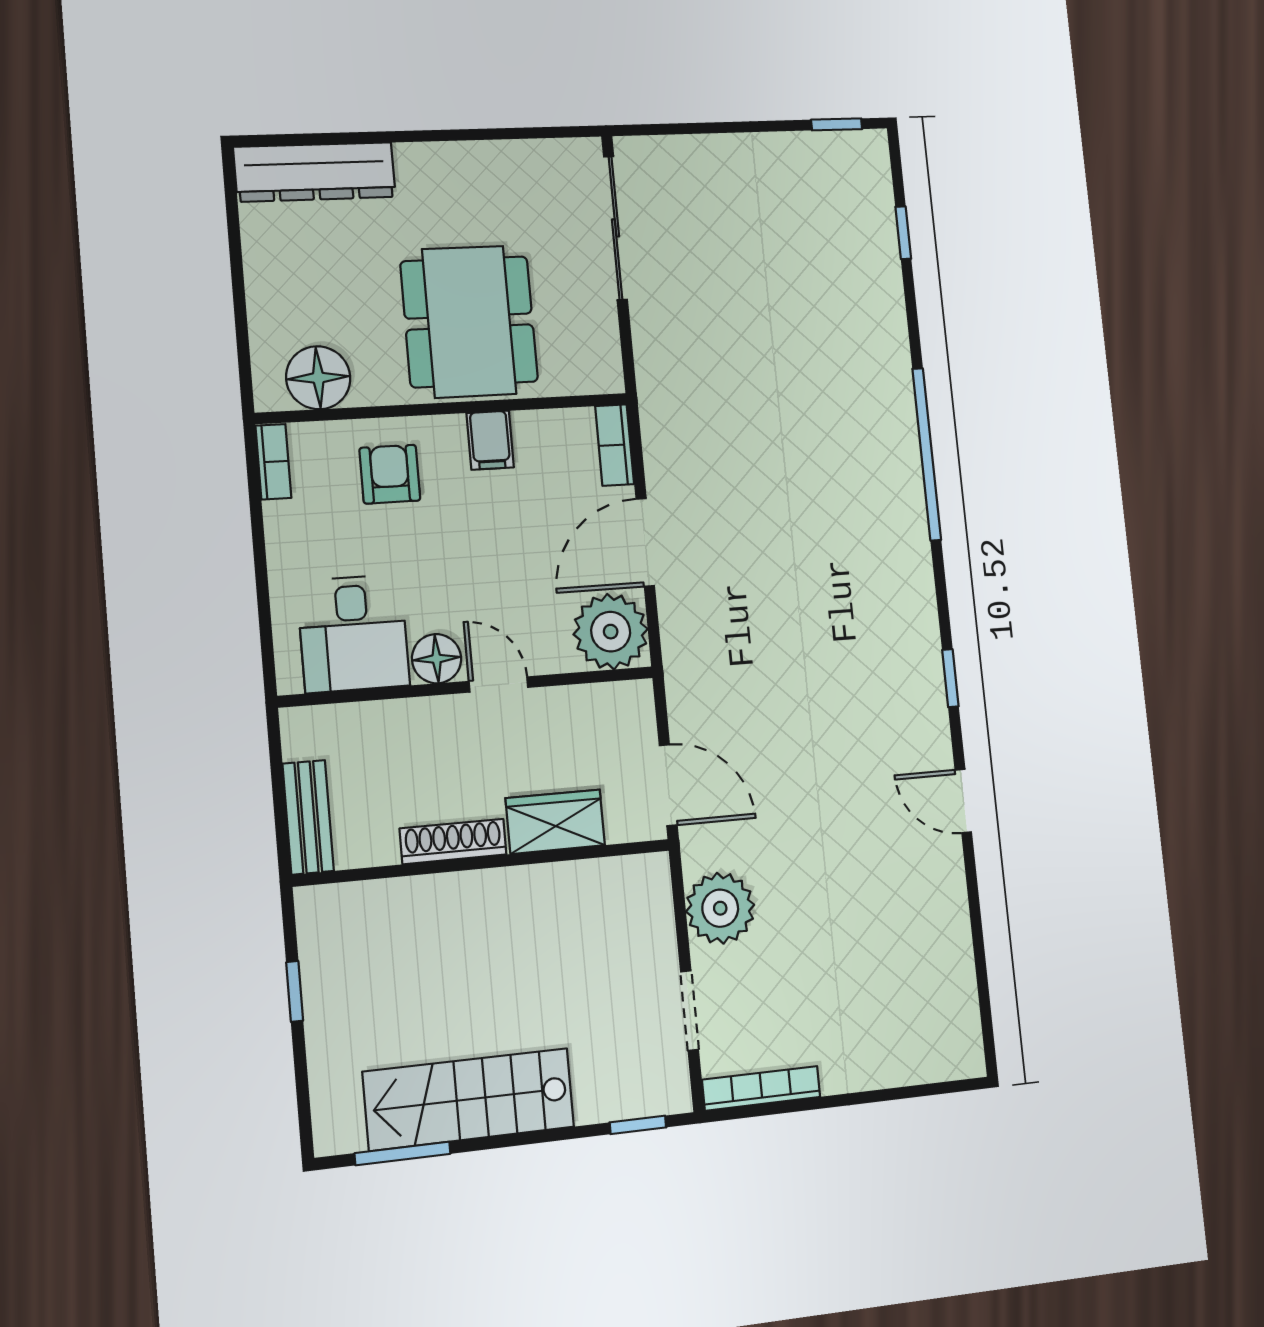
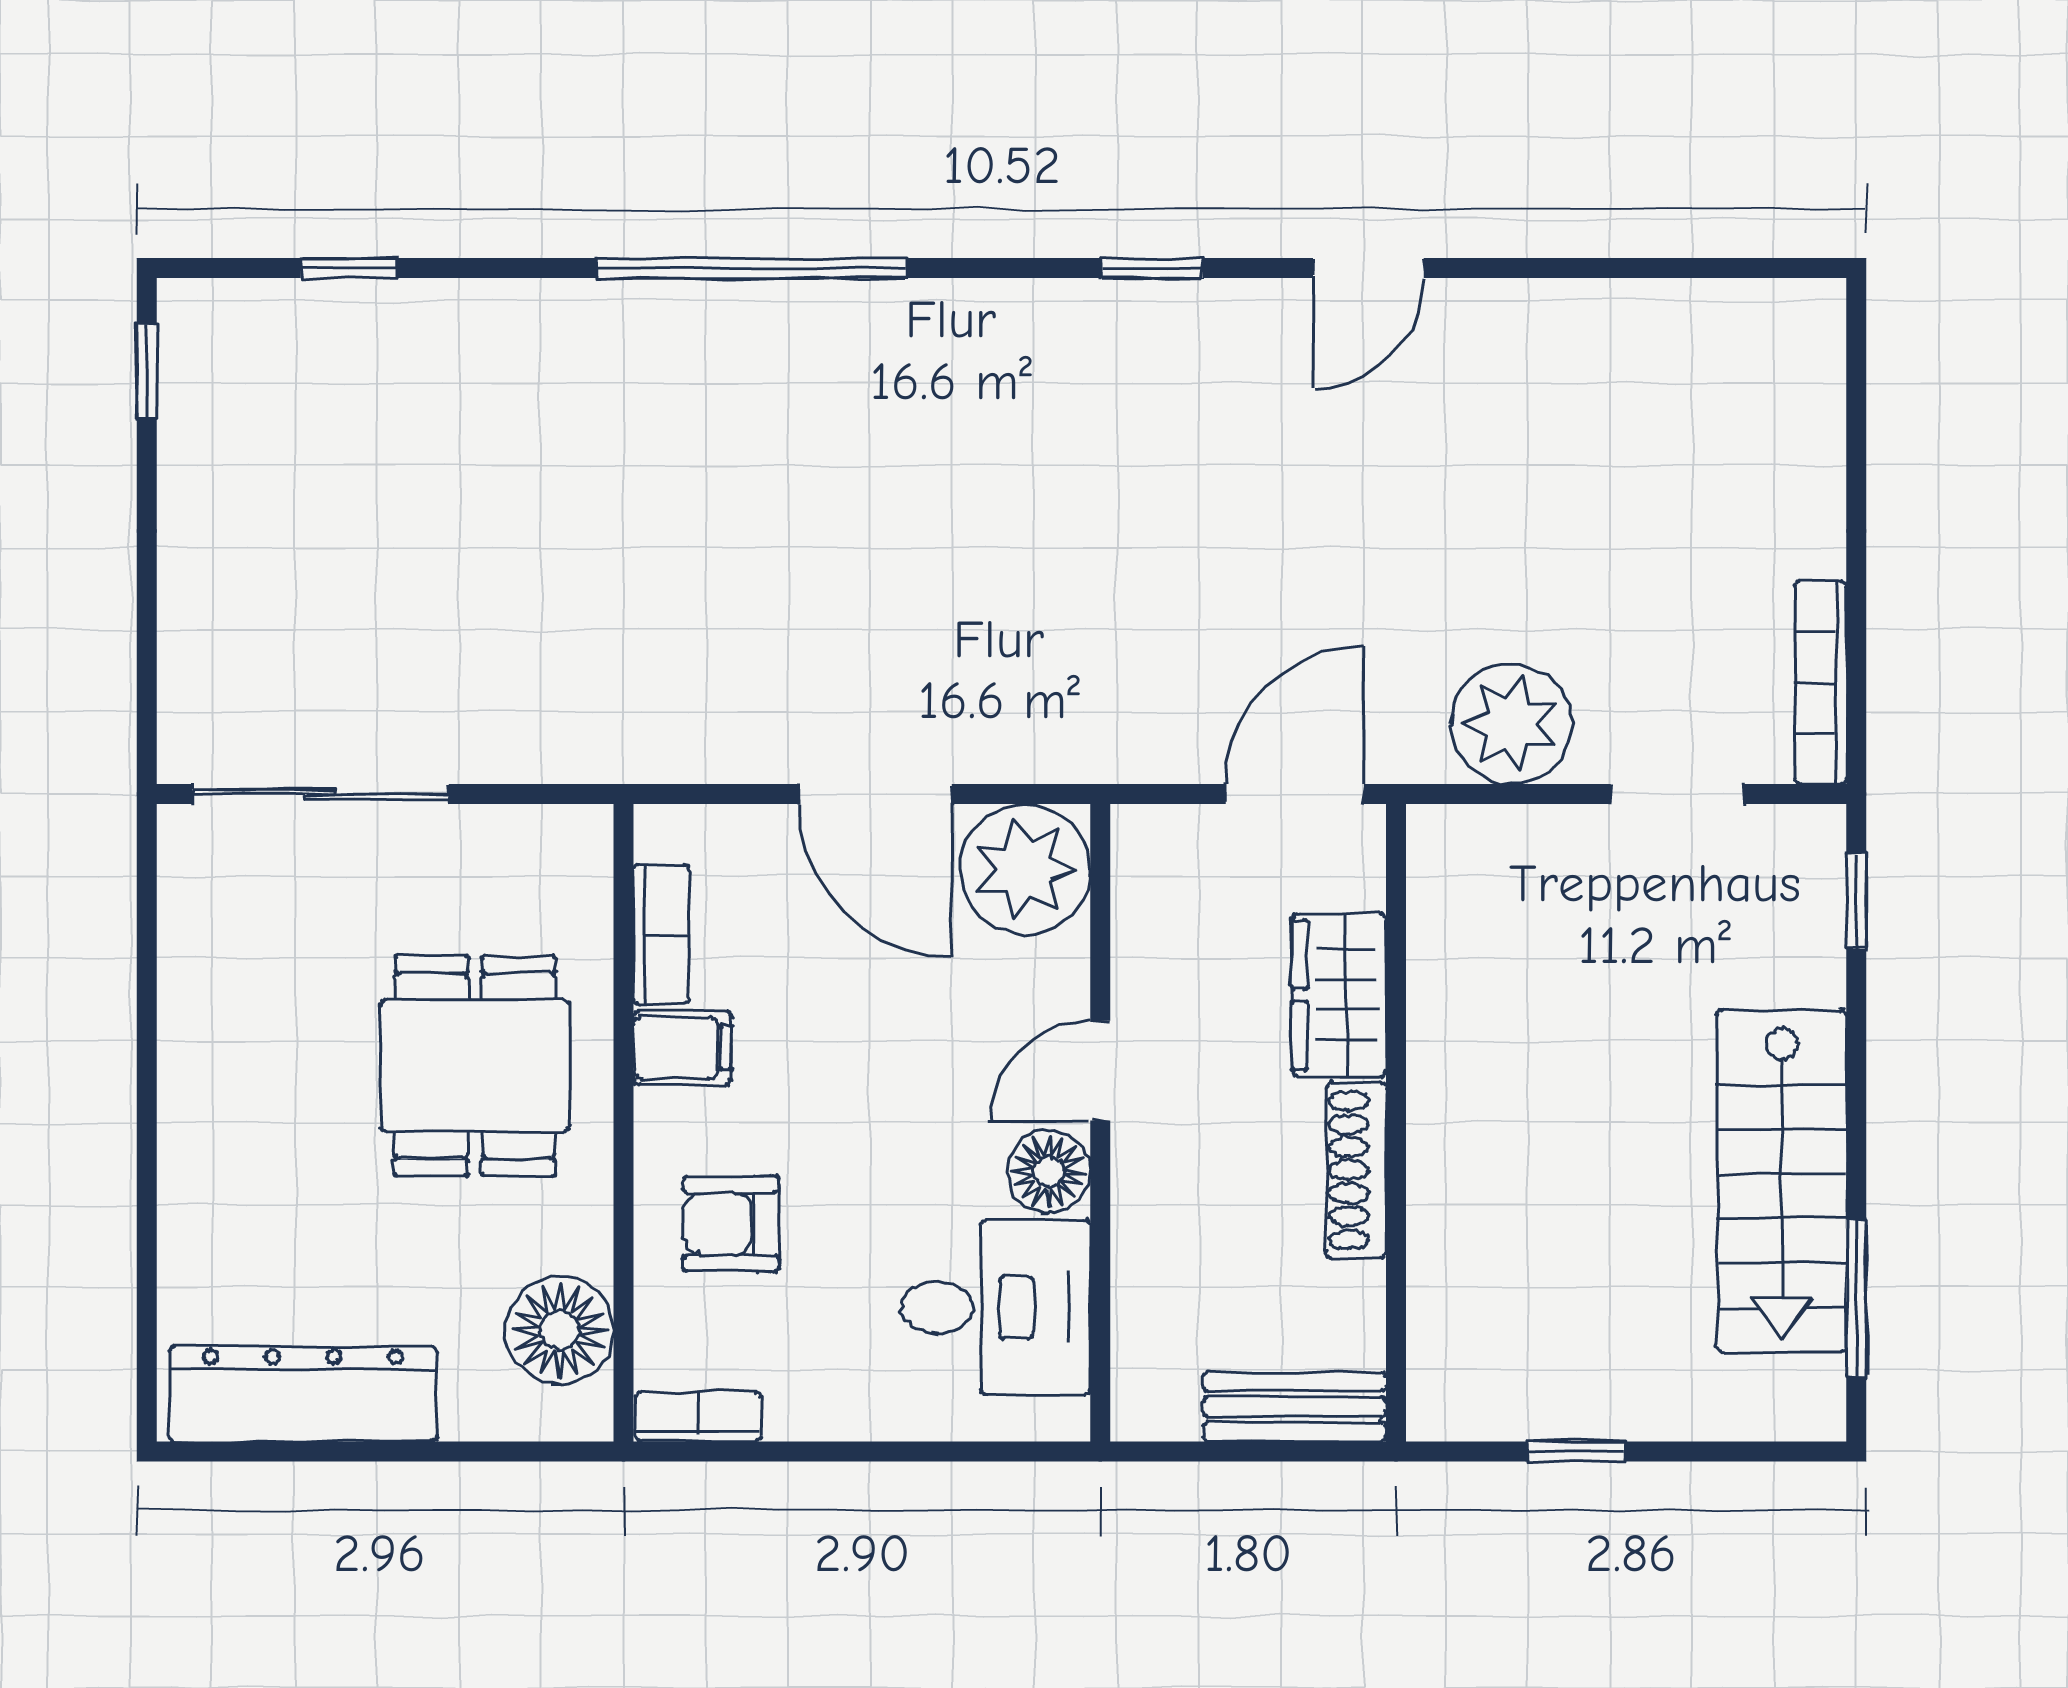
dresser: (315, 172) -> (303, 1394), moved, turned -90
dining table: (469, 322) -> (475, 1066), width x0.73
bookcase: (615, 445) -> (661, 934), moved, turned -90

